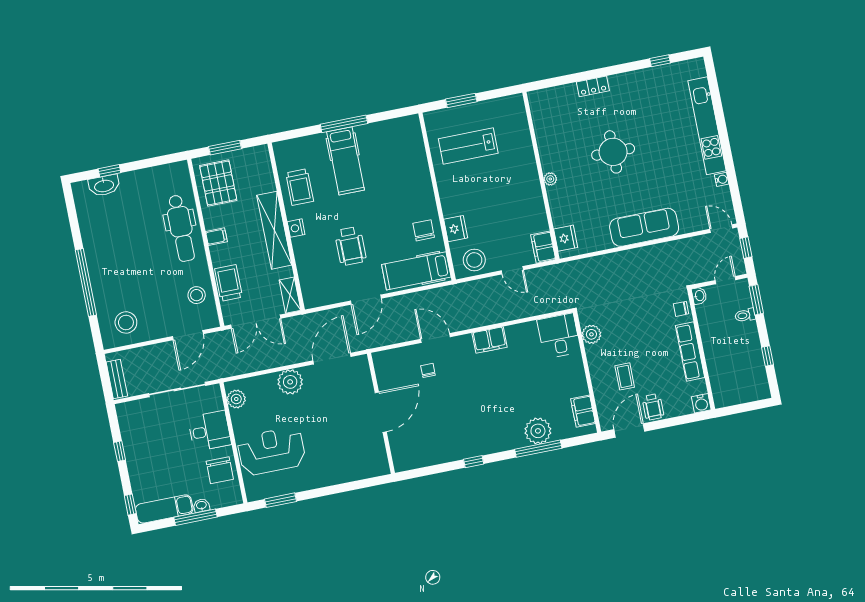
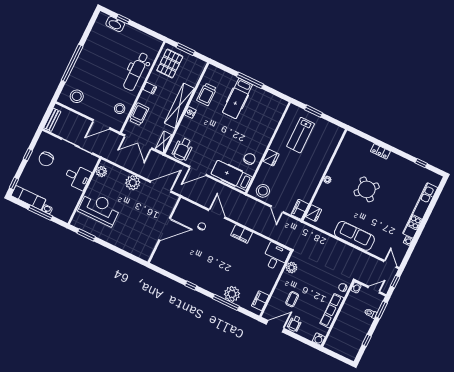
lab bench: (468, 146) -> (301, 135), turned -90
round table: (613, 152) -> (367, 189), turned 45
fridge: (456, 229) -> (271, 158), moved
wheelchair: (350, 246) -> (183, 149), moved
chair: (220, 470) -> (46, 159), moved

